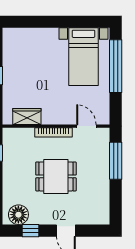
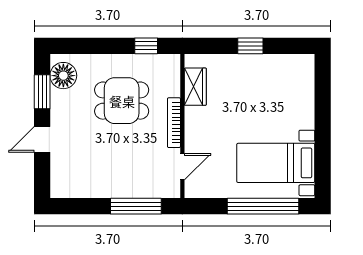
dining table: (56, 176) -> (122, 101), moved, turned 90
window: (31, 231) -> (42, 92), width x1.50

